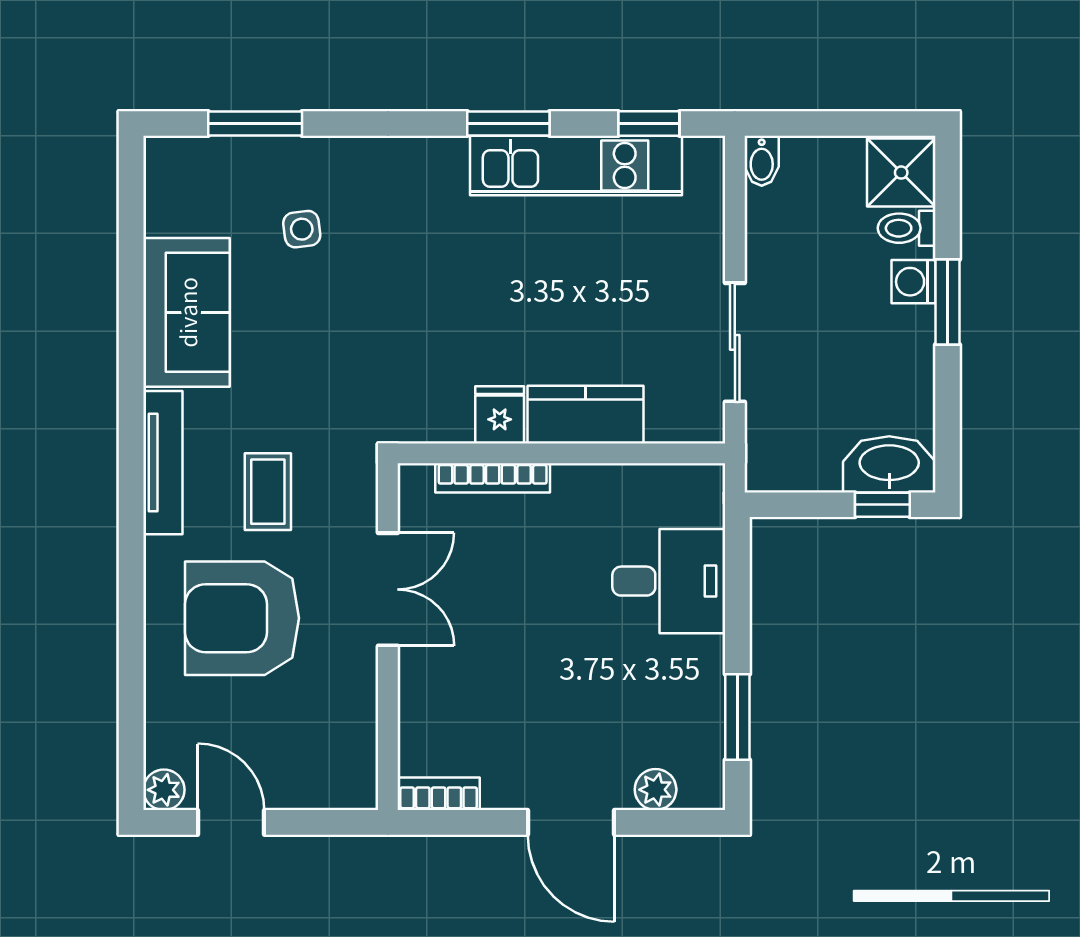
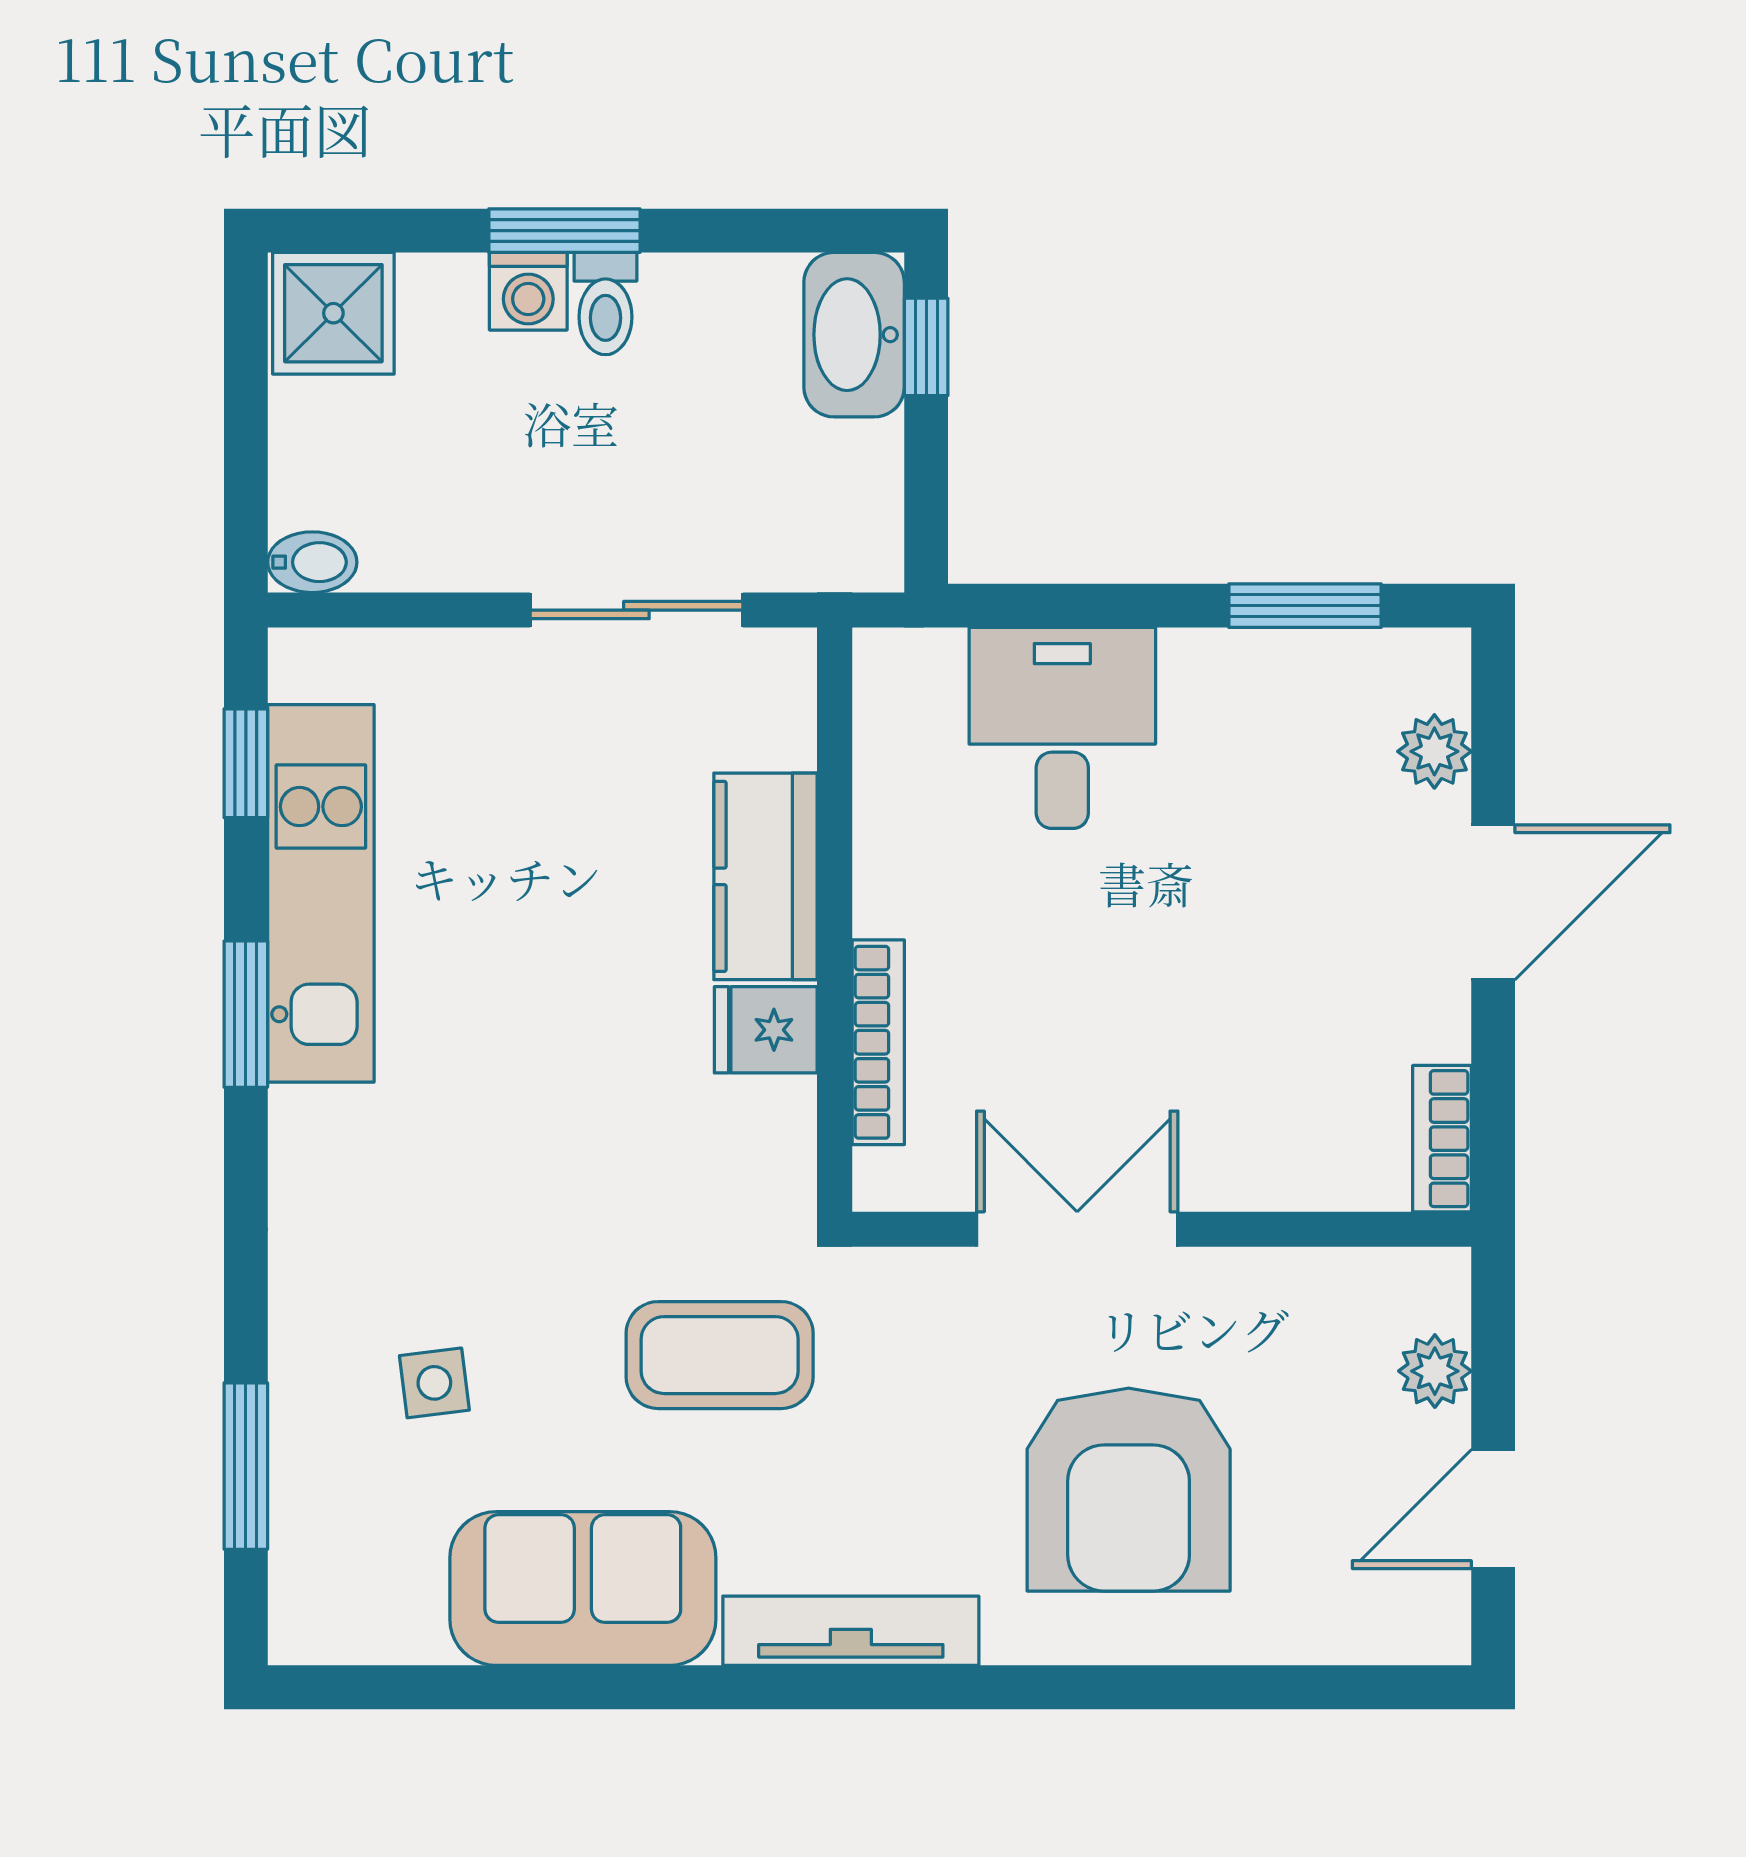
toilet: (907, 228) -> (605, 304), moved
coffee table: (268, 492) -> (720, 1355), moved, width x1.36, depth x1.30
plant: (164, 790) -> (1435, 1371), moved

